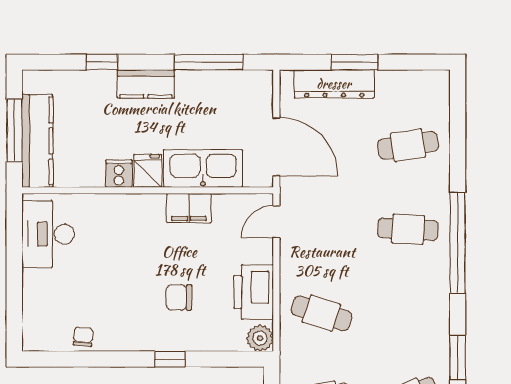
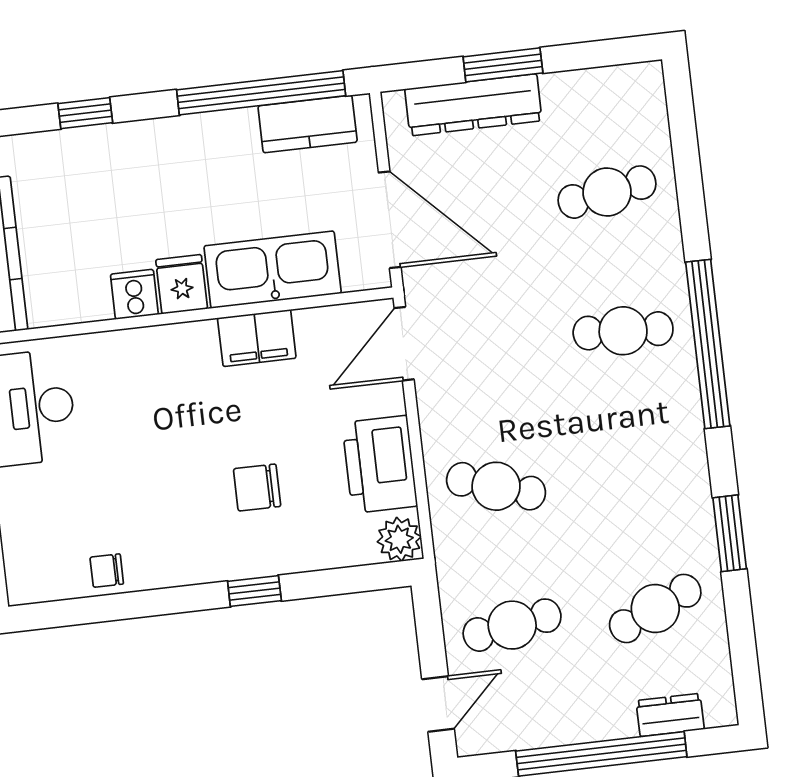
window: (208, 62) -> (261, 93), width x1.46
kitchen counter: (146, 84) -> (308, 124), moved
door: (276, 222) -> (404, 344), width x1.38
chair: (83, 337) -> (107, 571), turned -95

